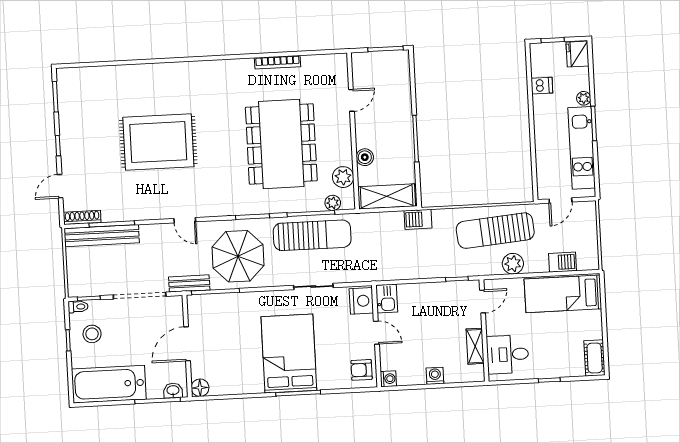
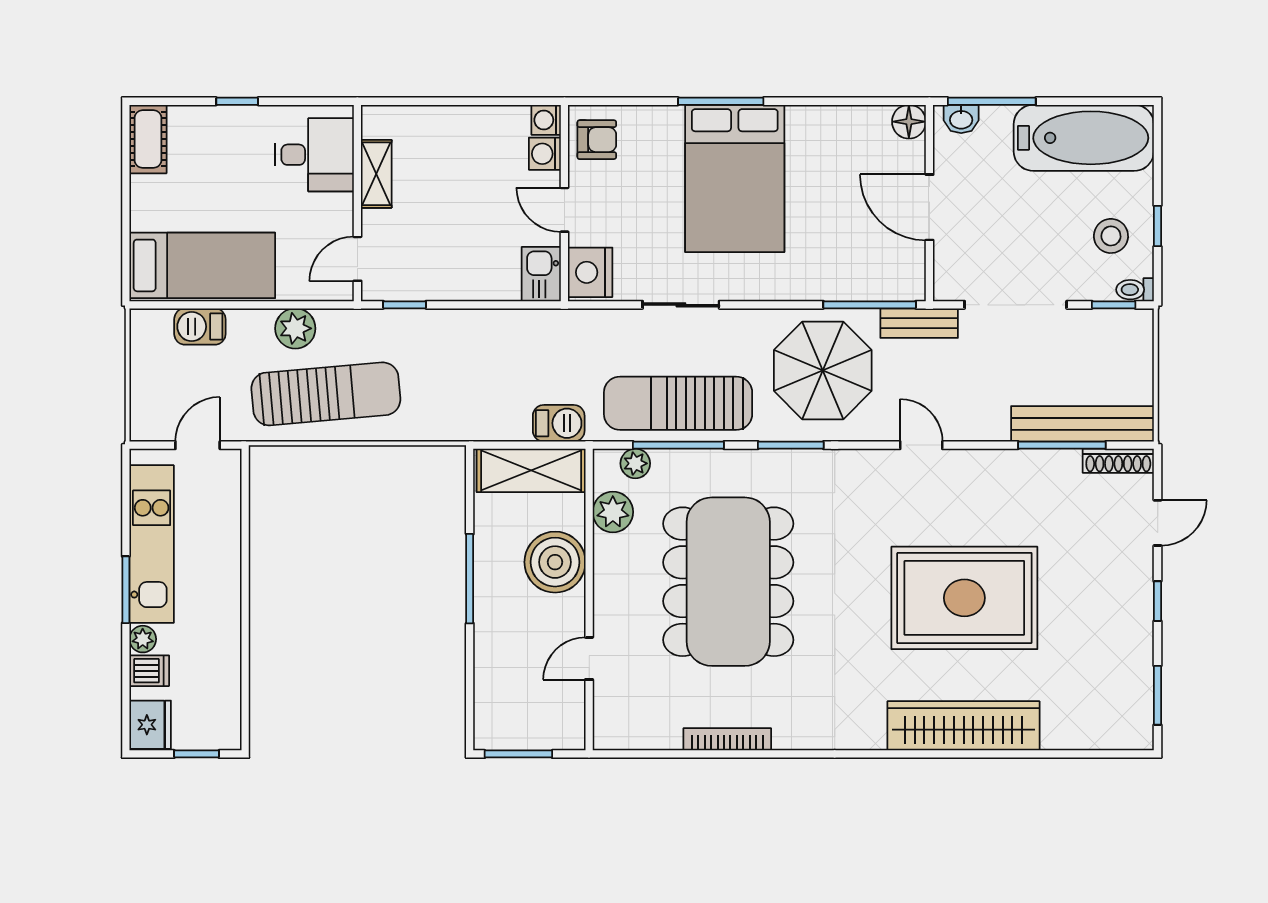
wardrobe: (155, 76) -> (964, 726), added
dishwasher: (542, 86) -> (149, 671), moved, turned 180
boiler: (365, 157) -> (555, 562), width x1.86, depth x1.86
barbecue: (418, 219) -> (559, 423), moved
door: (187, 344) -> (929, 207), swing flipped
washing machine: (435, 376) -> (545, 154), moved, turned 90

